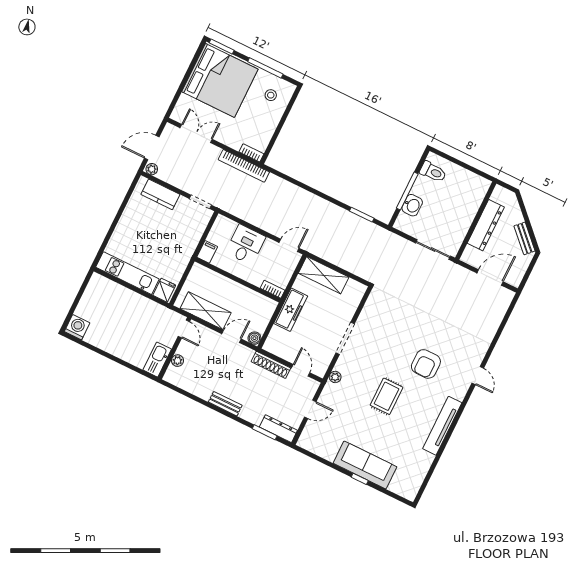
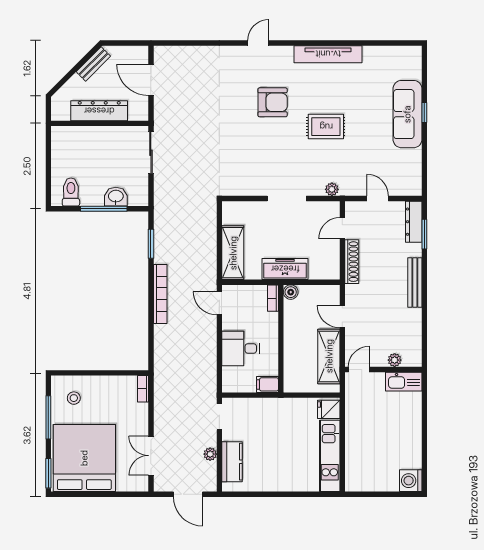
bookcase: (244, 166) -> (160, 294), moved
plant: (152, 169) -> (210, 454), moved
boiler: (254, 338) -> (291, 292), moved
bench: (225, 404) -> (415, 282), width x1.36

